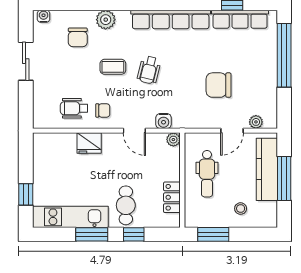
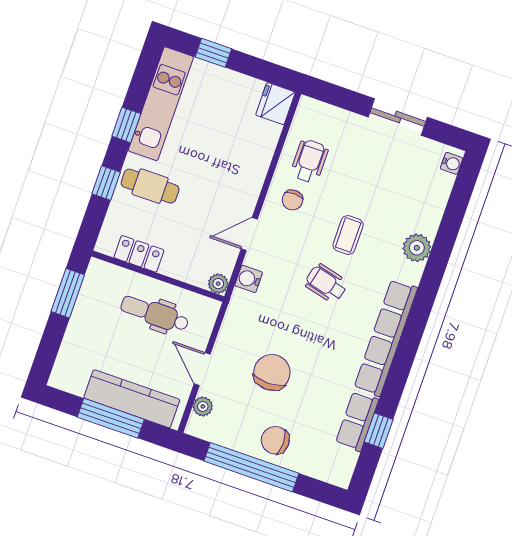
row of seats: (240, 19) -> (357, 421), width x0.68
chair: (78, 37) -> (275, 440), moved
window: (284, 55) -> (251, 467), moved
fridge: (89, 143) -> (275, 104), moved
stool: (241, 209) -> (90, 343), removed
window: (92, 234) -> (126, 125), width x0.67

